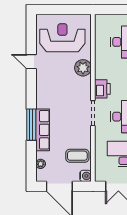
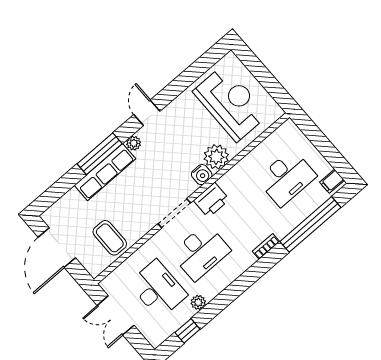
door: (31, 62) -> (147, 113), moved
plant: (41, 164) -> (134, 143), moved
water cooler: (86, 176) -> (202, 175), moved

